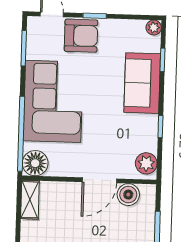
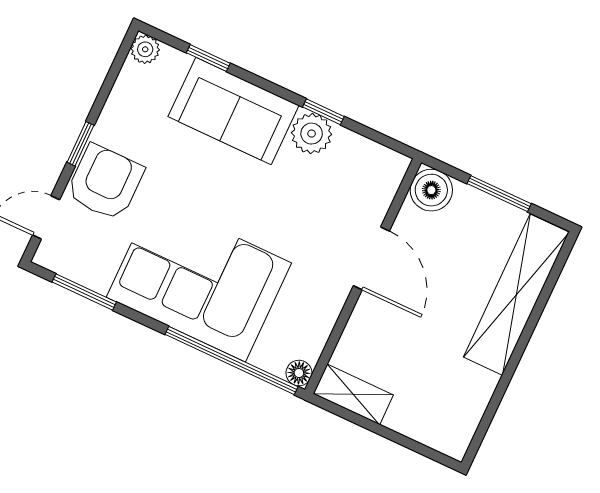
floor lamp: (35, 163) -> (299, 373), width x0.53, depth x0.53
plant: (146, 163) -> (312, 134), moved
boiler: (128, 195) -> (431, 190), moved

